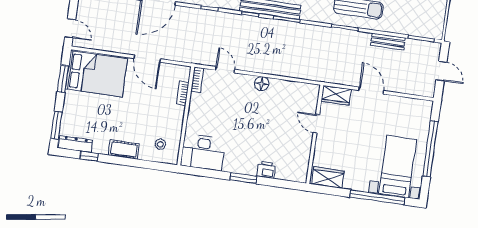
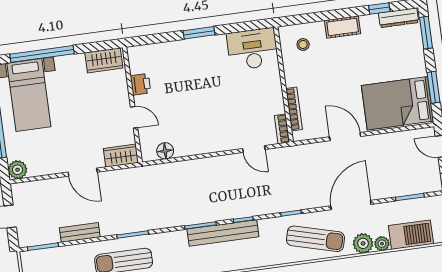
floor lamp: (262, 84) -> (165, 151), moved
bookcase: (183, 93) -> (294, 109), width x1.56
plant: (424, 108) -> (18, 170), added
printer: (266, 170) -> (140, 84), moved, turned -90

